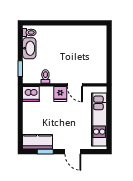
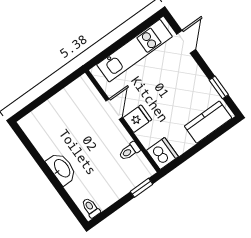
washbasin: (29, 48) -> (62, 169), moved, turned 90
kitchen counter: (38, 142) -> (208, 122), moved, turned 90
door: (73, 152) -> (186, 42), moved

